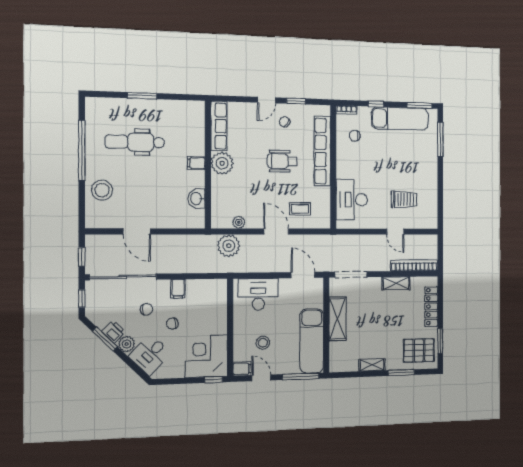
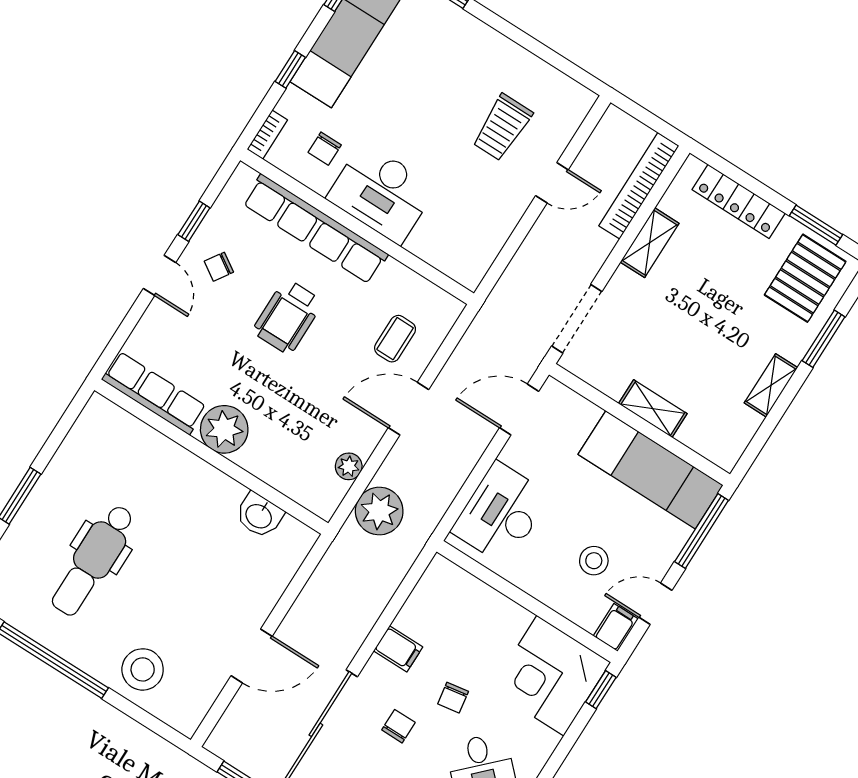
filing cabinet: (196, 163) -> (196, 476), removed
trolley: (404, 199) -> (502, 127), turned 180
desk: (352, 200) -> (381, 193), moved
shelving: (338, 319) -> (653, 409), width x0.67, depth x0.75

